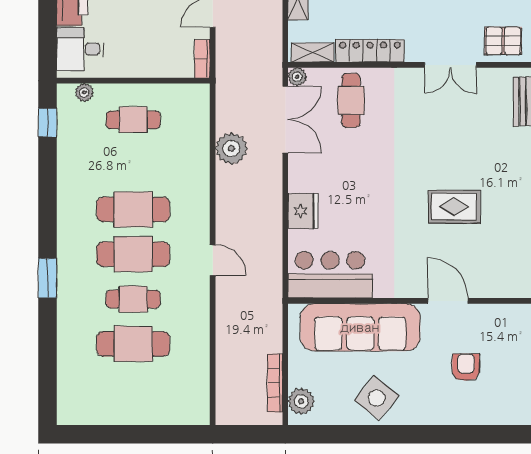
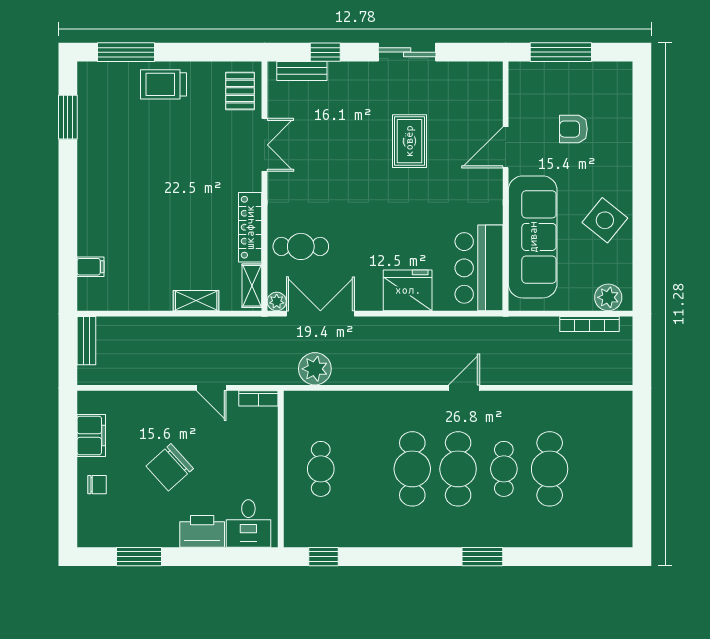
plant: (84, 92) -> (293, 519), removed
plant: (231, 148) -> (315, 369), moved
fridge: (303, 211) -> (408, 290), width x1.36, depth x1.34

